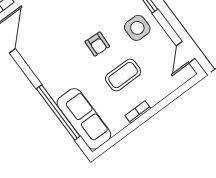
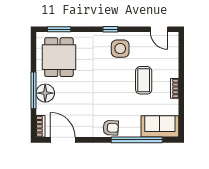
armchair: (97, 44) -> (111, 128), moved
sofa: (84, 119) -> (160, 126), width x0.73

